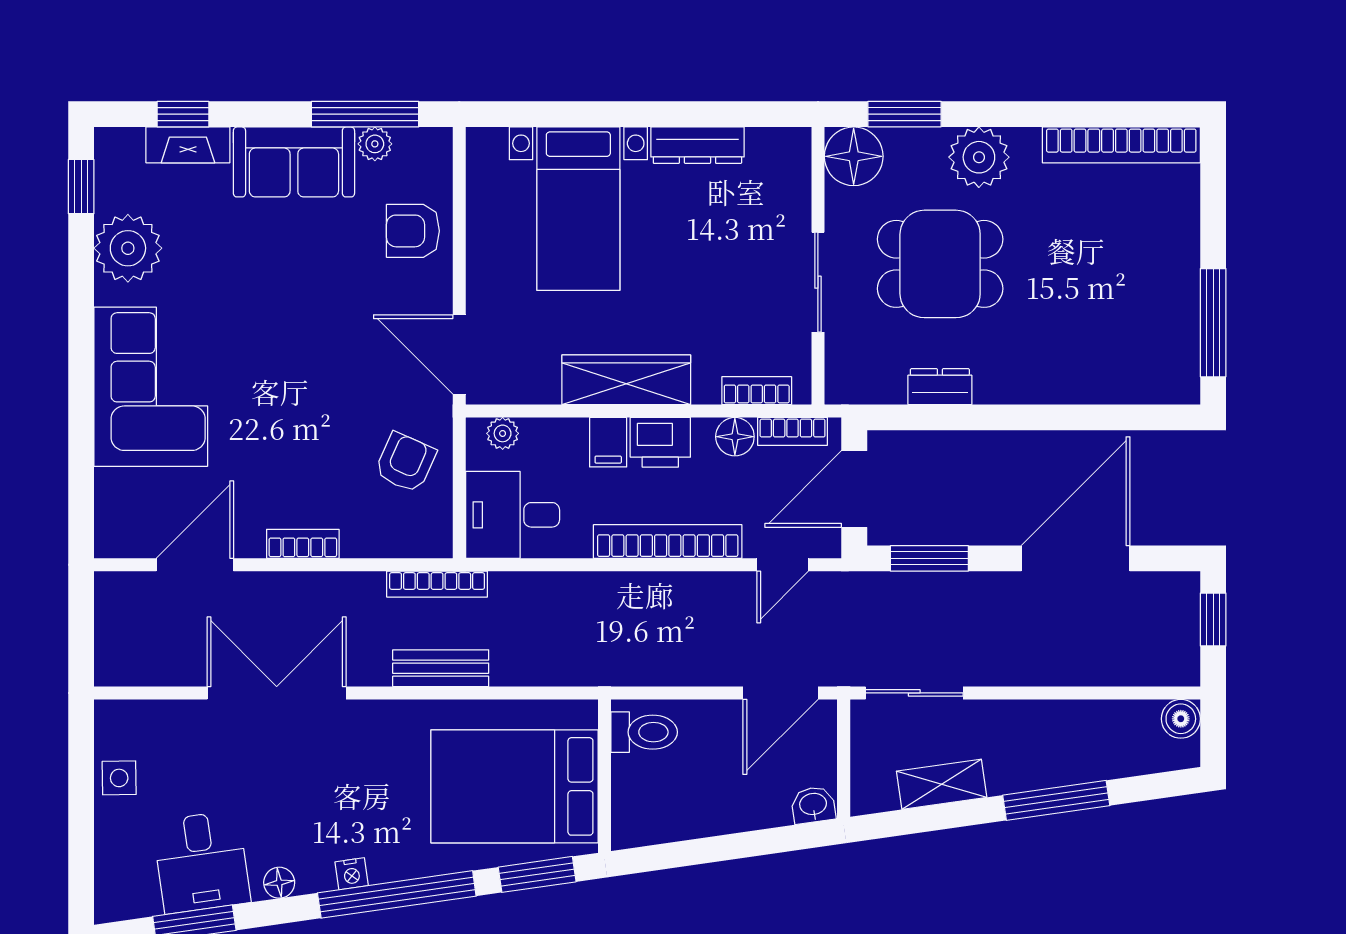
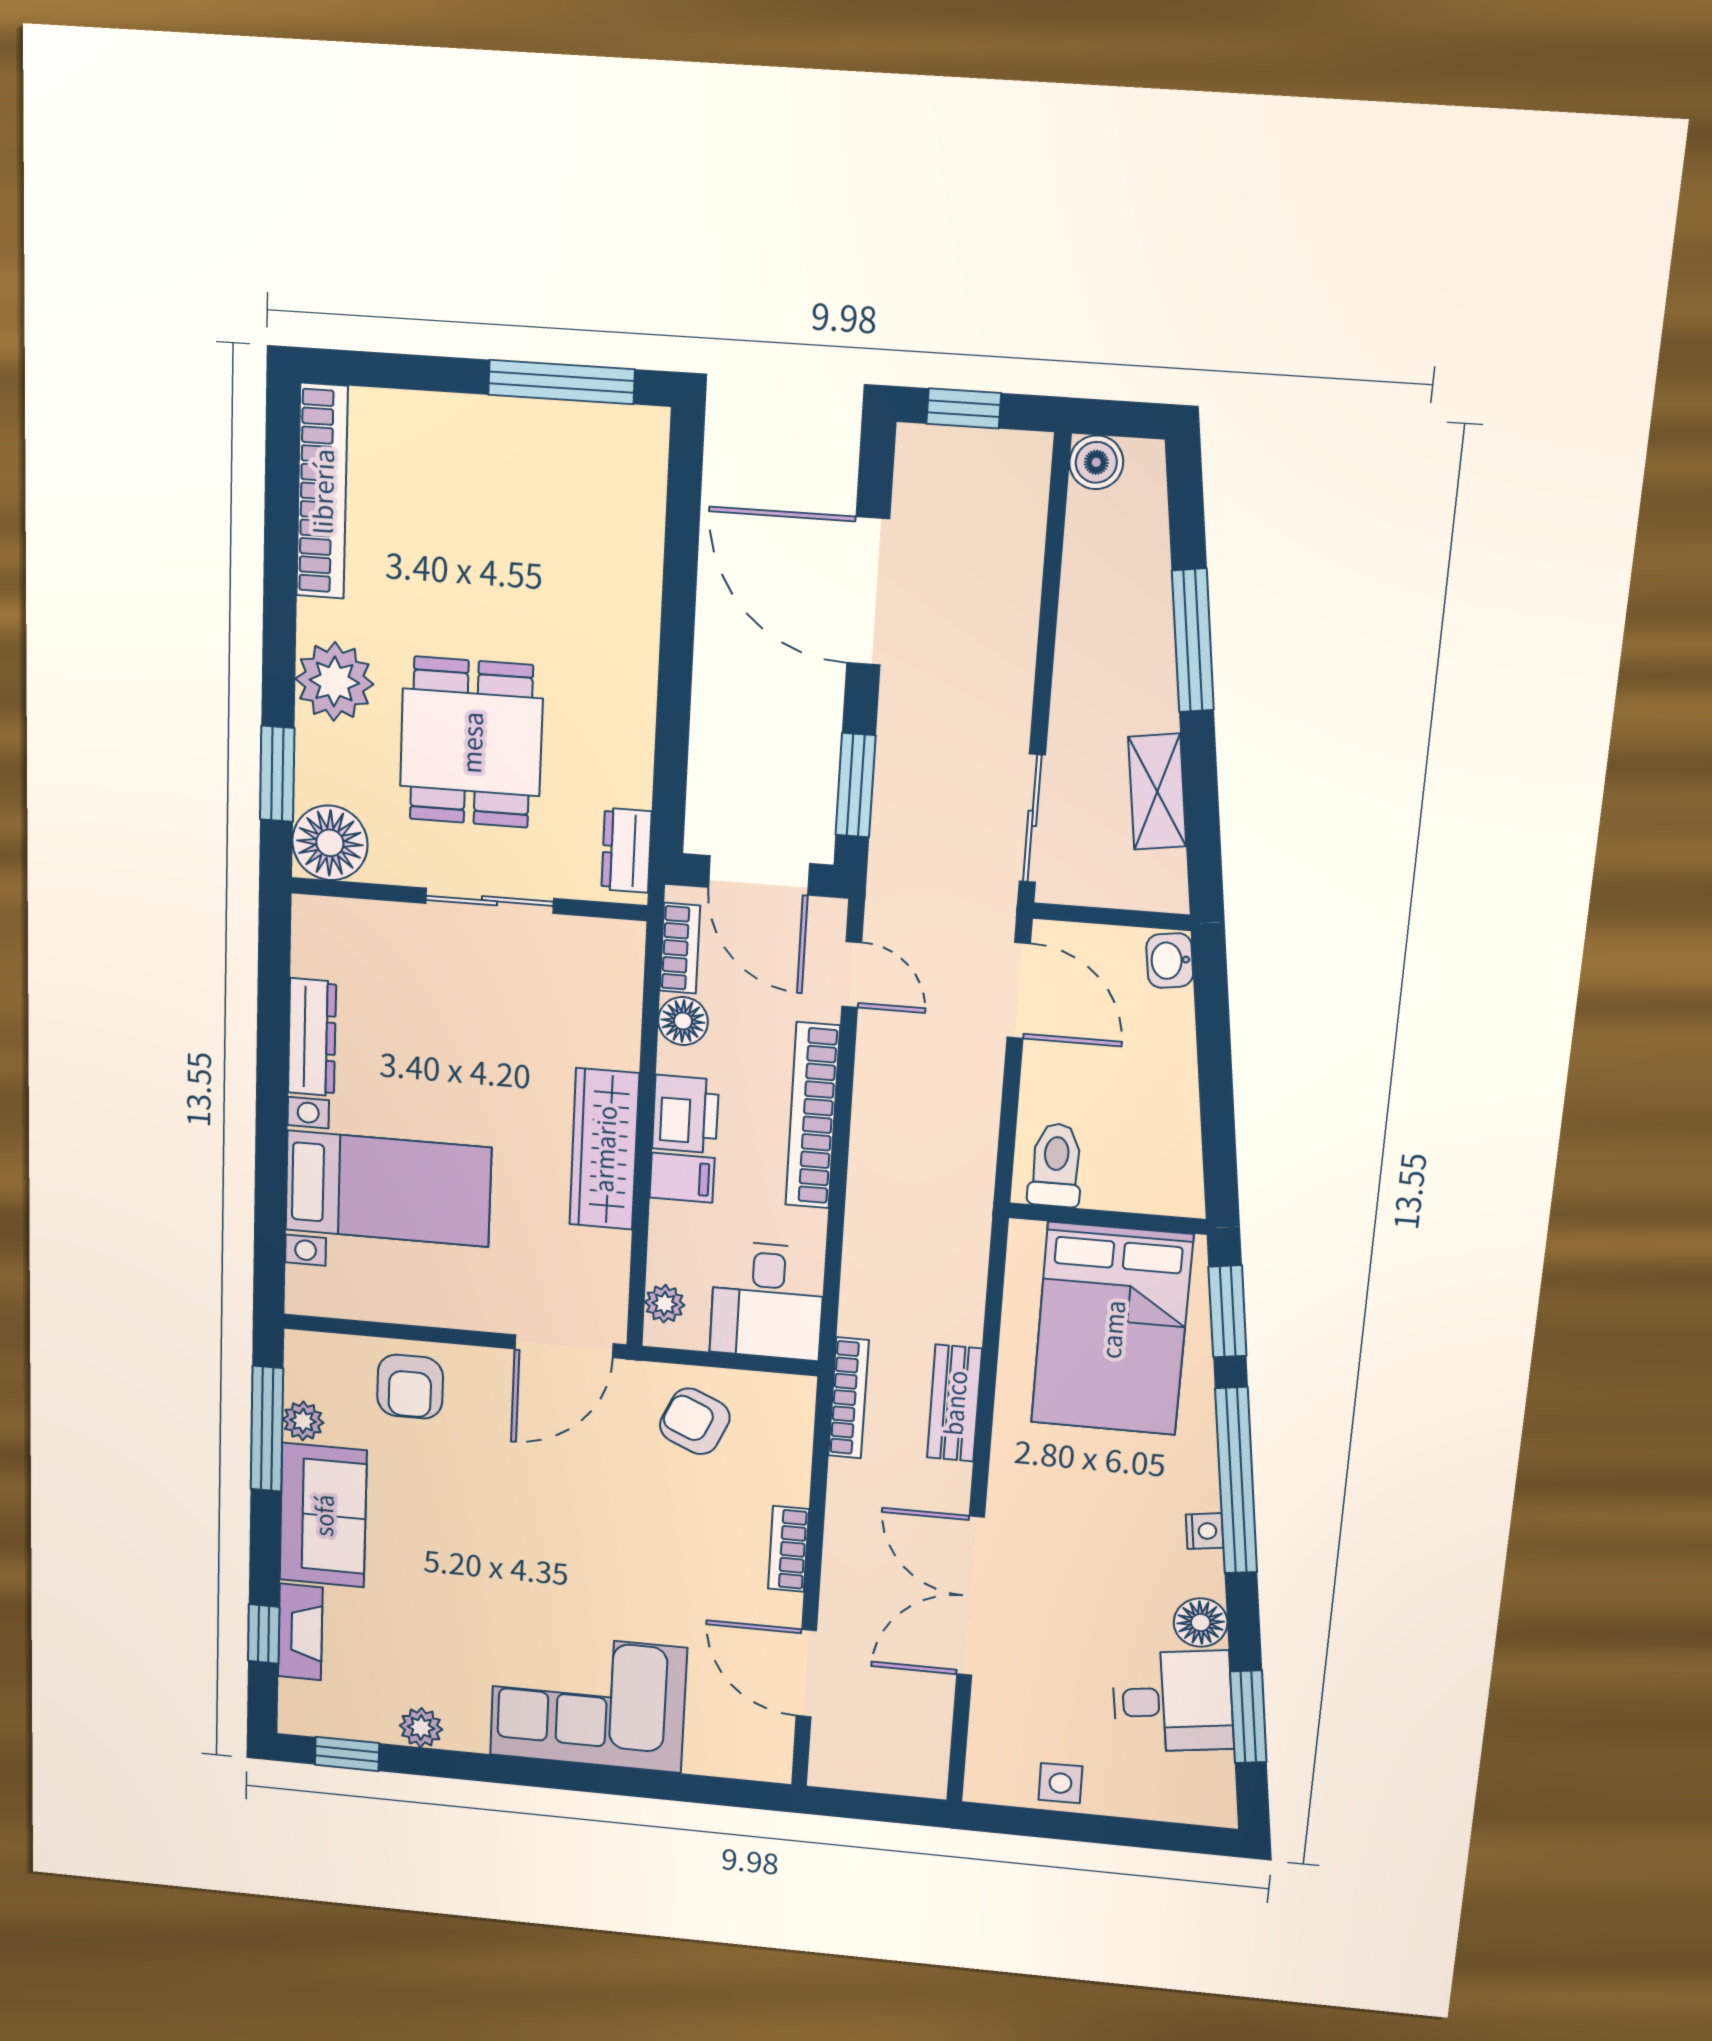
plant: (128, 248) -> (421, 1728), width x0.53, depth x0.53
dresser: (940, 387) -> (626, 850), moved
bookcase: (757, 391) -> (625, 989), removed
floor lamp: (279, 883) -> (1201, 1623), width x1.37, depth x1.37

